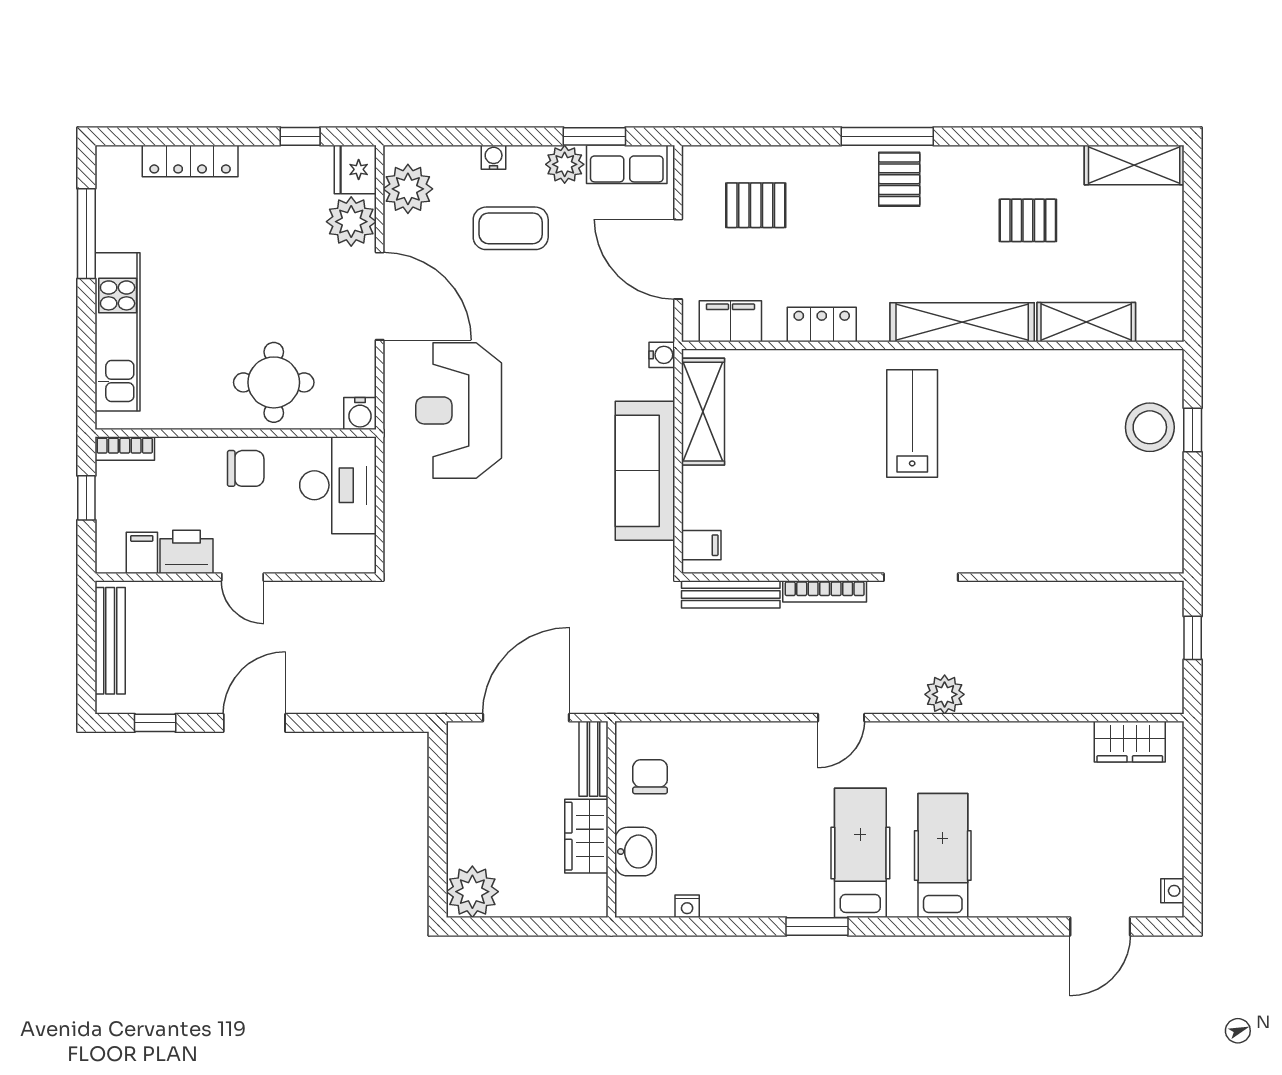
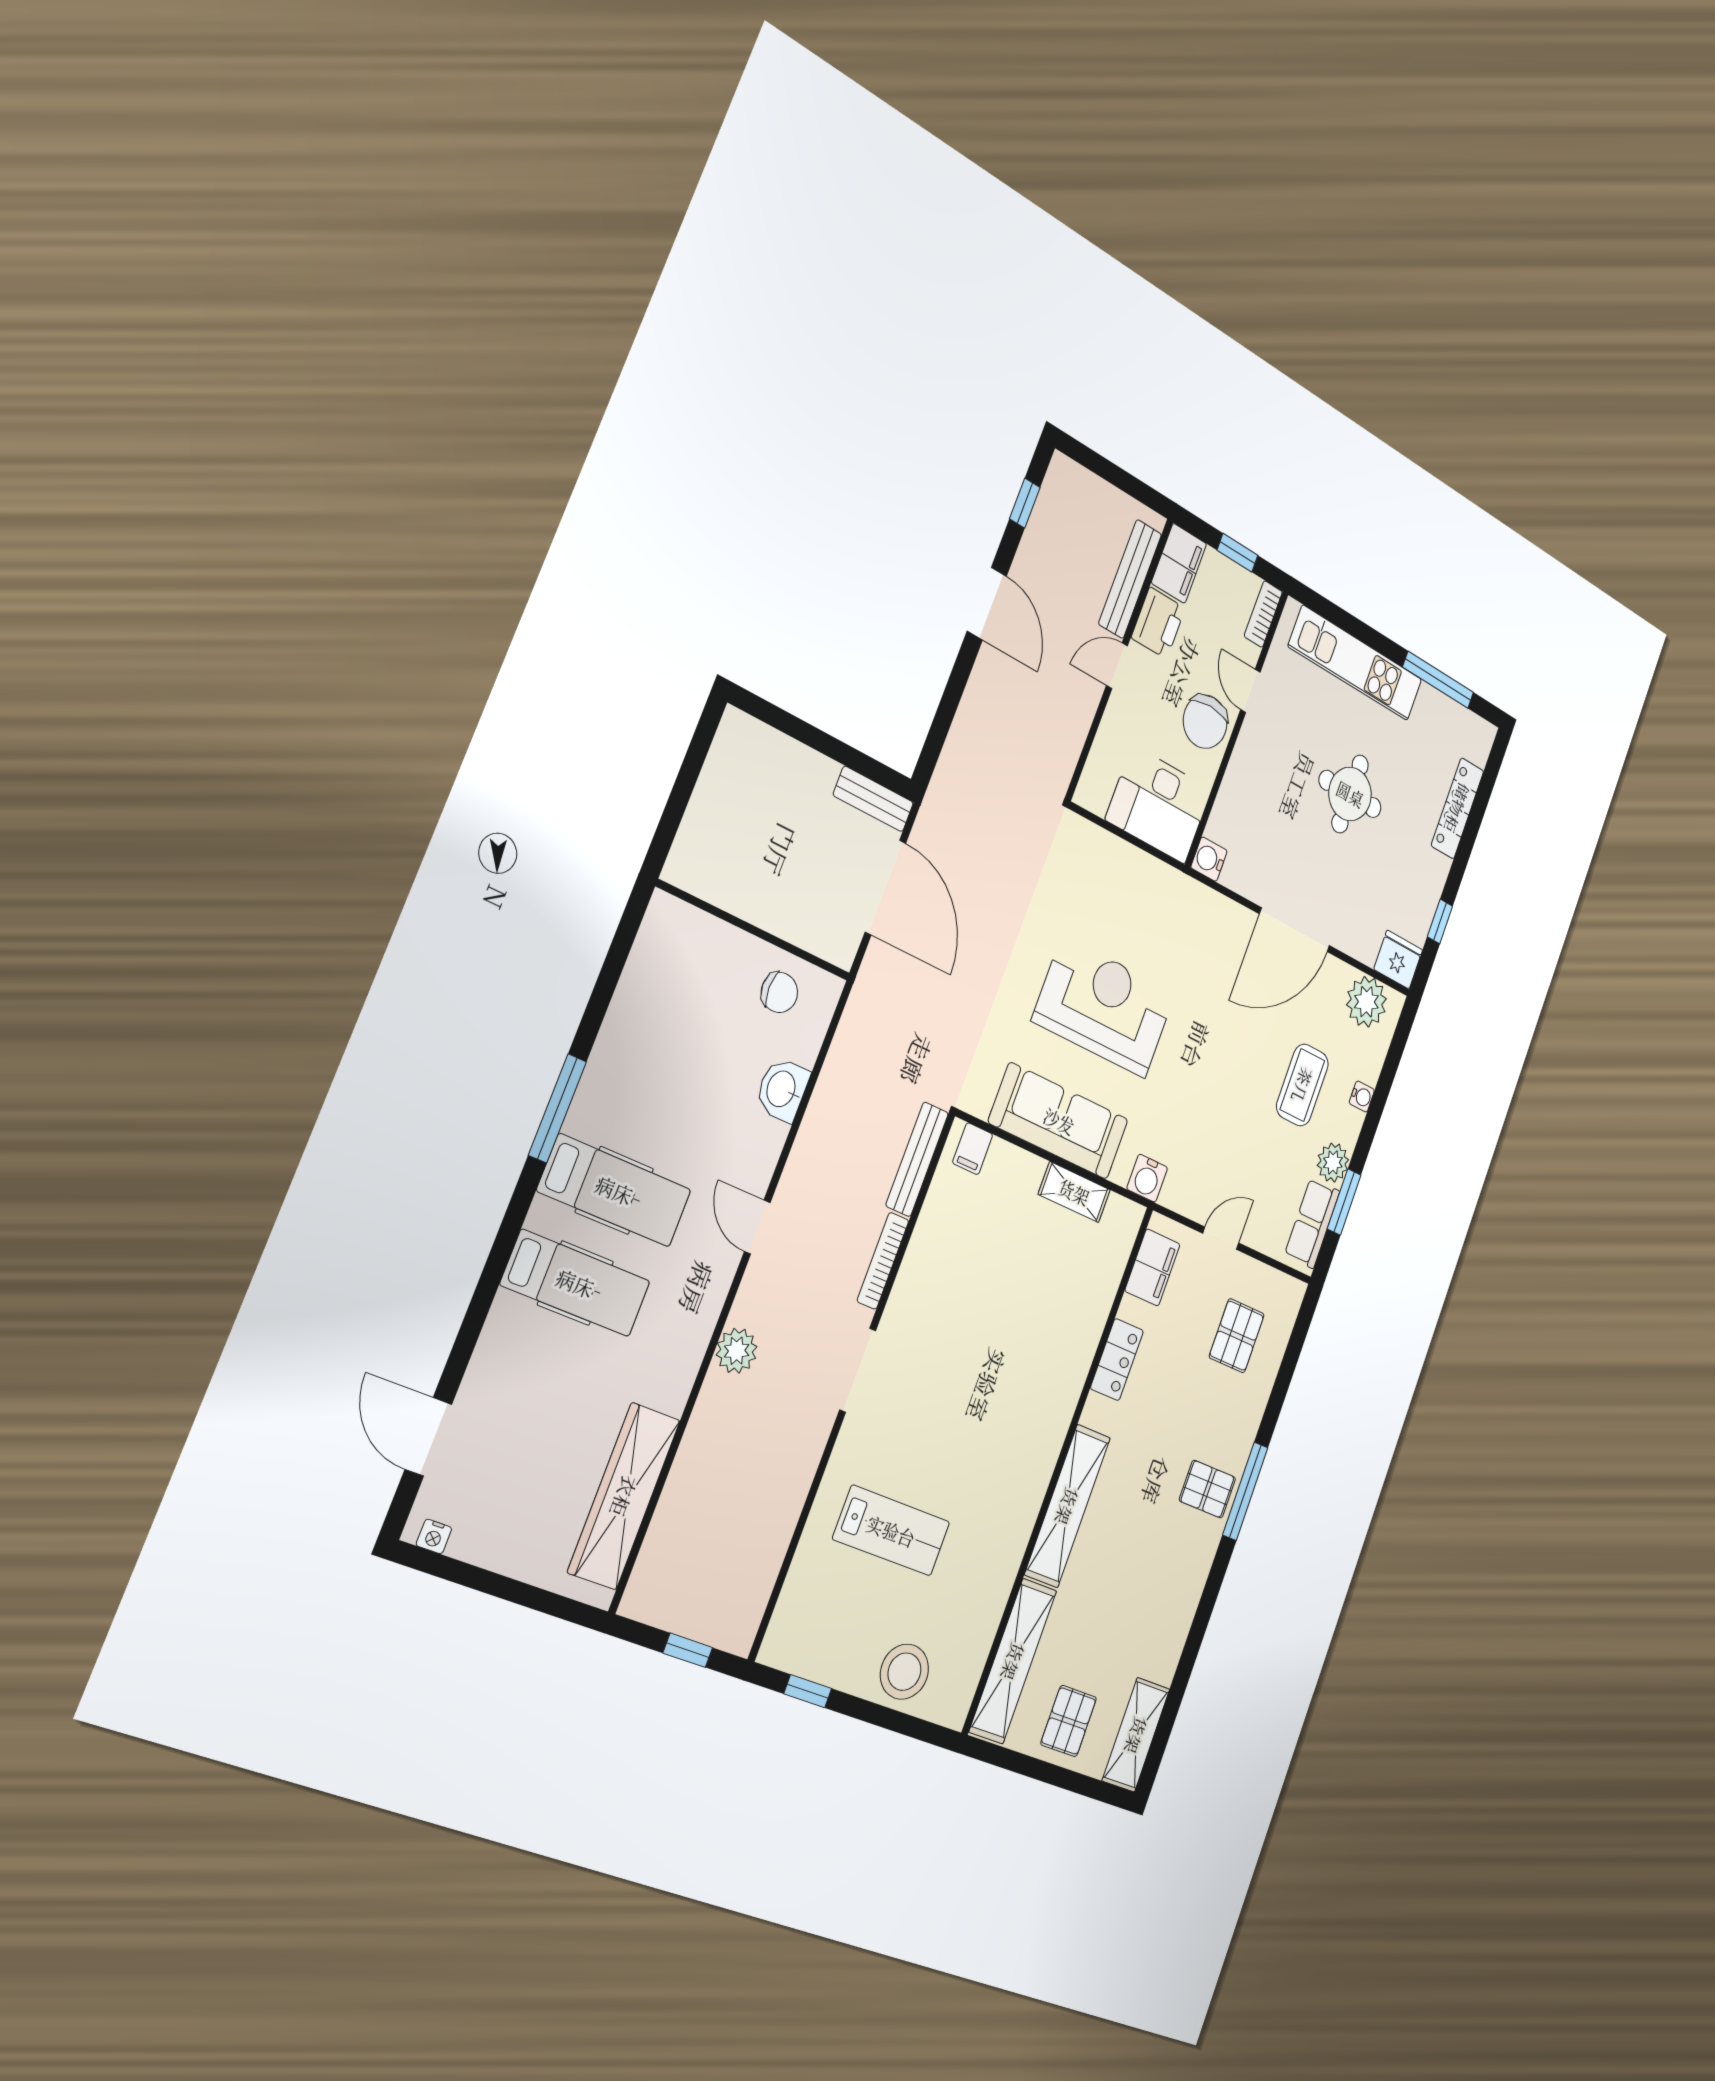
pallet: (1028, 220) -> (1069, 1721), moved
plant: (351, 222) -> (1361, 934), removed
door: (678, 259) -> (1221, 1238), width x0.53
shelving: (1086, 322) -> (1013, 1661), width x1.47
water cooler: (662, 355) -> (1147, 1178), width x1.38, depth x1.38
round table: (274, 382) -> (1350, 794), moved
reception desk: (459, 410) -> (1104, 1007), moved
shelving: (703, 412) -> (1074, 1192), width x0.67, depth x0.75
lab bench: (912, 423) -> (891, 1531), moved
window: (1193, 430) -> (808, 1691), moved
door: (197, 433) -> (1250, 691), added
chair: (246, 468) -> (1205, 722), width x1.37, depth x1.37
filing cabinet: (142, 553) -> (1179, 563), width x2.00
bench: (110, 641) -> (1130, 579), moved, turned 90
wardrobe: (1130, 742) -> (624, 1496), width x2.10, depth x1.17
bench: (594, 759) -> (873, 799), moved
wardrobe: (586, 836) -> (748, 895), removed
washbasin: (636, 852) -> (782, 1089), moved, turned 90
plant: (472, 892) -> (742, 744), removed
nightstand: (687, 906) -> (635, 972), removed
window: (817, 926) -> (557, 1108), width x1.44

